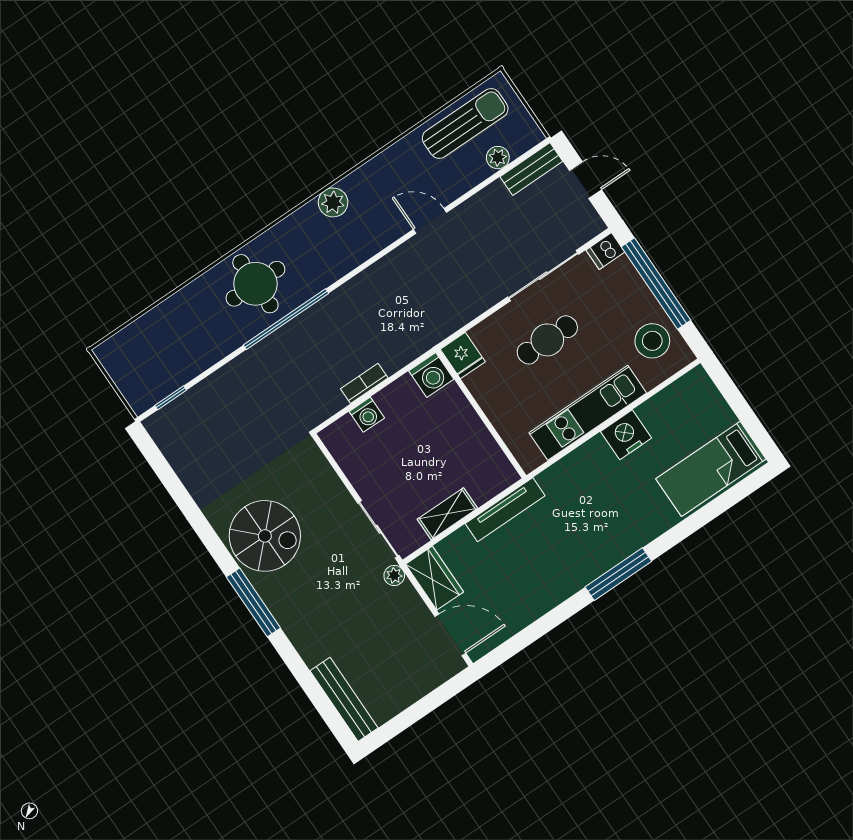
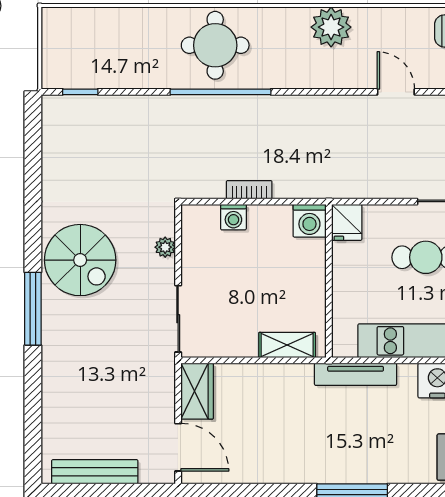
plant: (333, 202) -> (331, 27), width x1.36, depth x1.36
tv unit: (505, 510) -> (356, 374), moved
shelving: (447, 514) -> (287, 345), moved
plant: (394, 575) -> (165, 247), moved
bench: (344, 699) -> (95, 472), moved, turned 90

